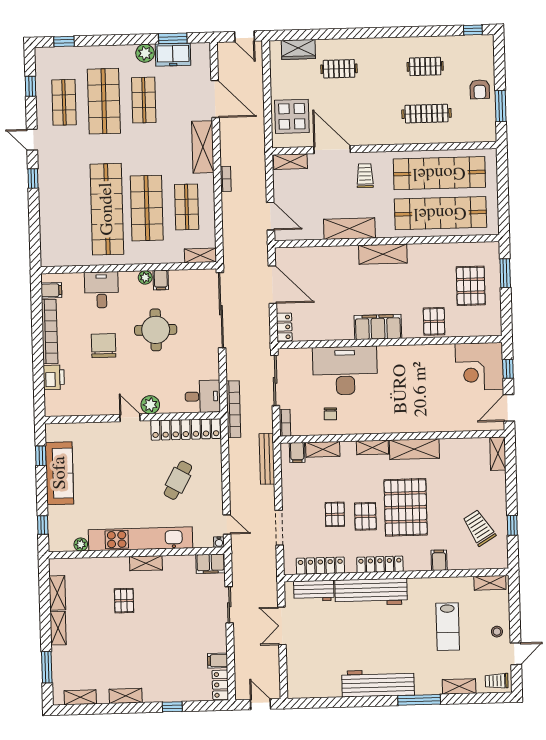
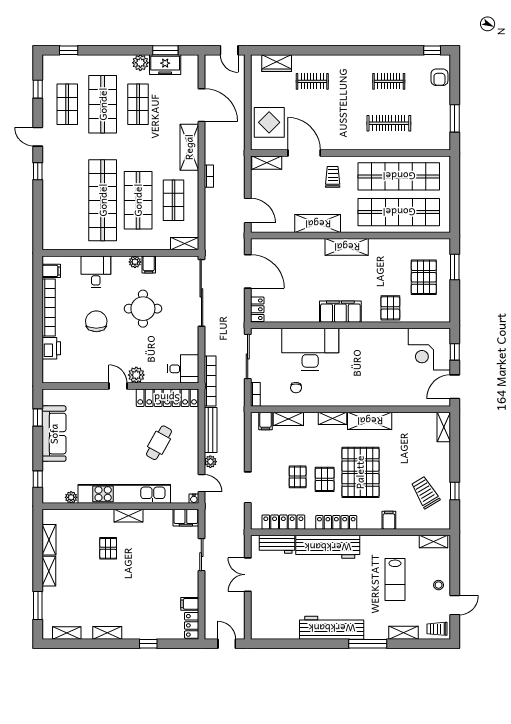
armchair: (480, 89) -> (439, 77), moved
bench: (267, 459) -> (211, 430), moved
plant: (236, 500) -> (210, 462), added

